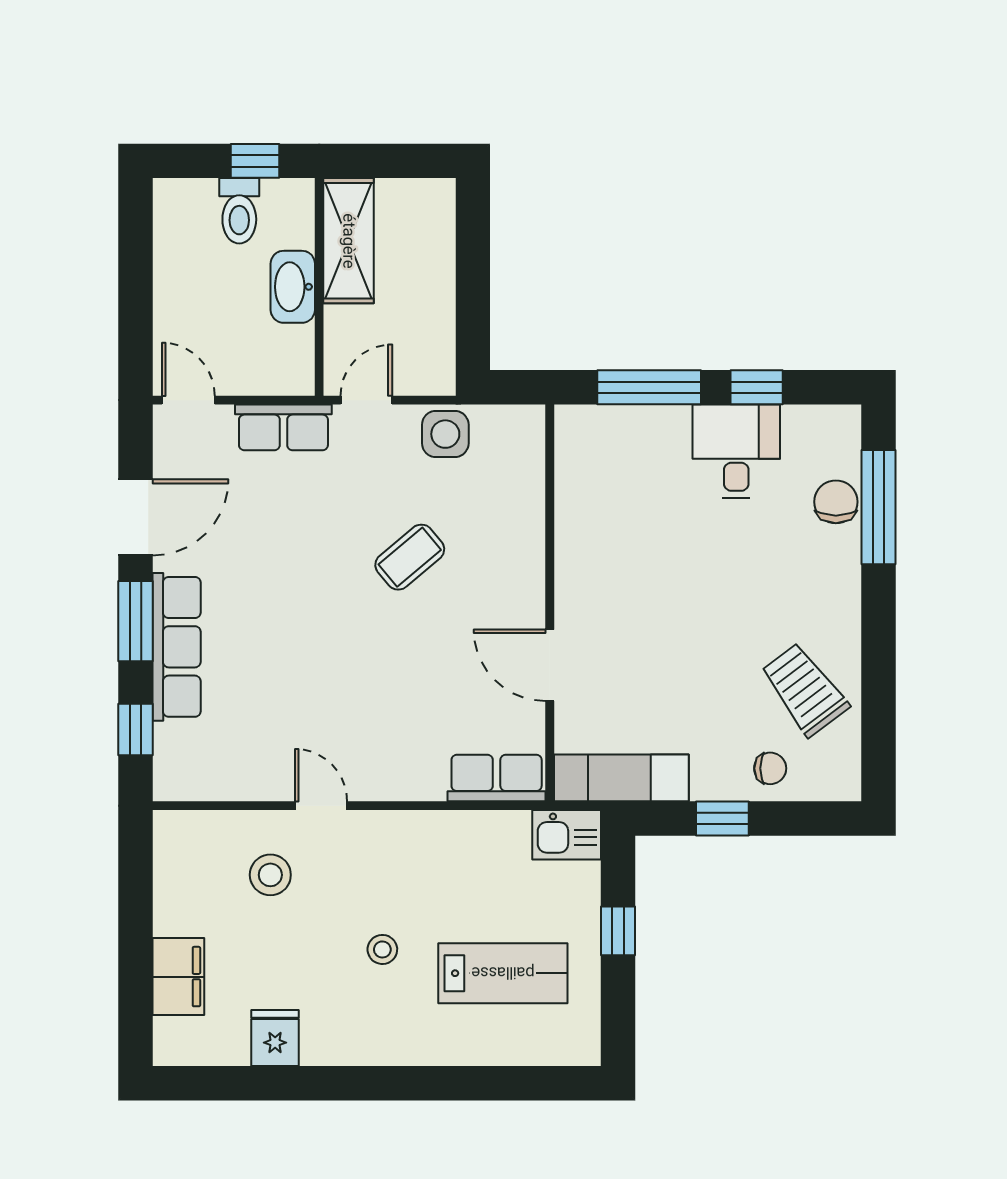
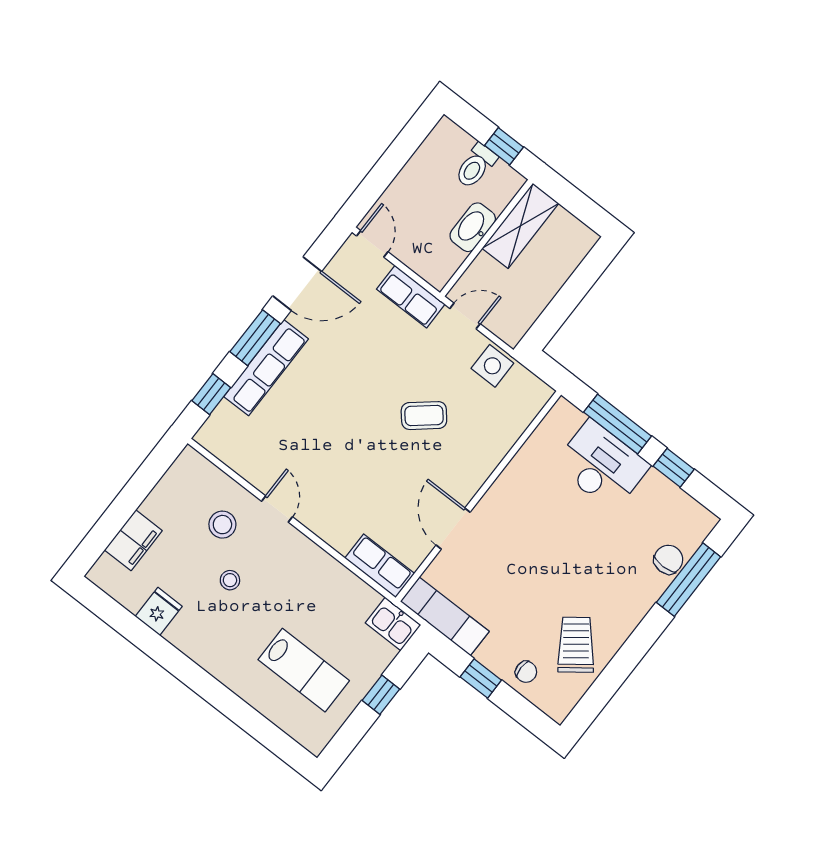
desk: (736, 451) -> (602, 465), moved, width x1.37
stool: (382, 949) -> (230, 580), moved

